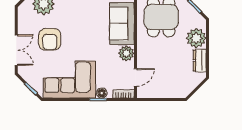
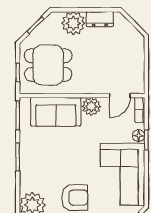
door: (135, 77) -> (120, 96), swing flipped

